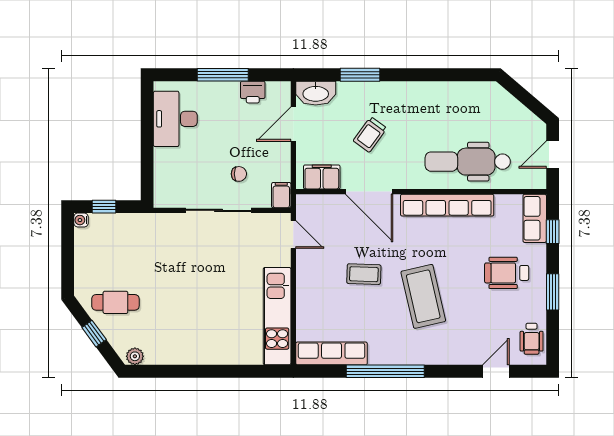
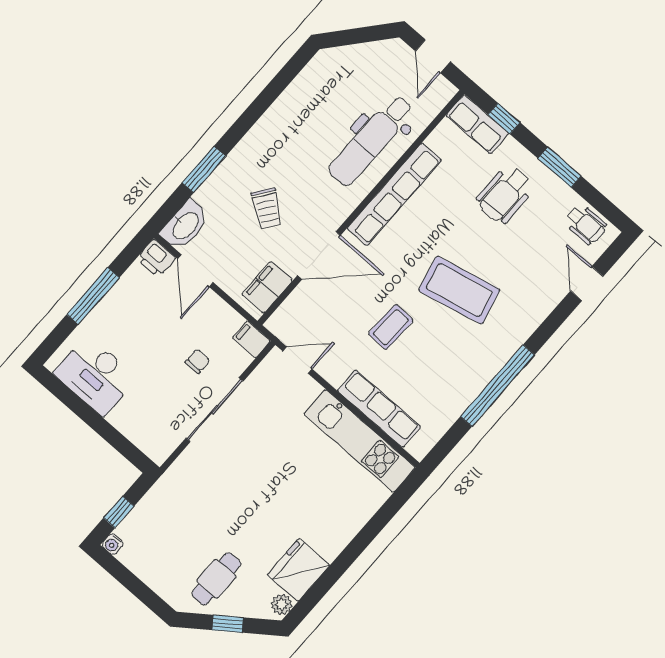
printer: (253, 92) -> (156, 258), moved, turned 90
fridge: (165, 348) -> (299, 570), added
row of seats: (332, 353) -> (379, 409), moved, turned 90

